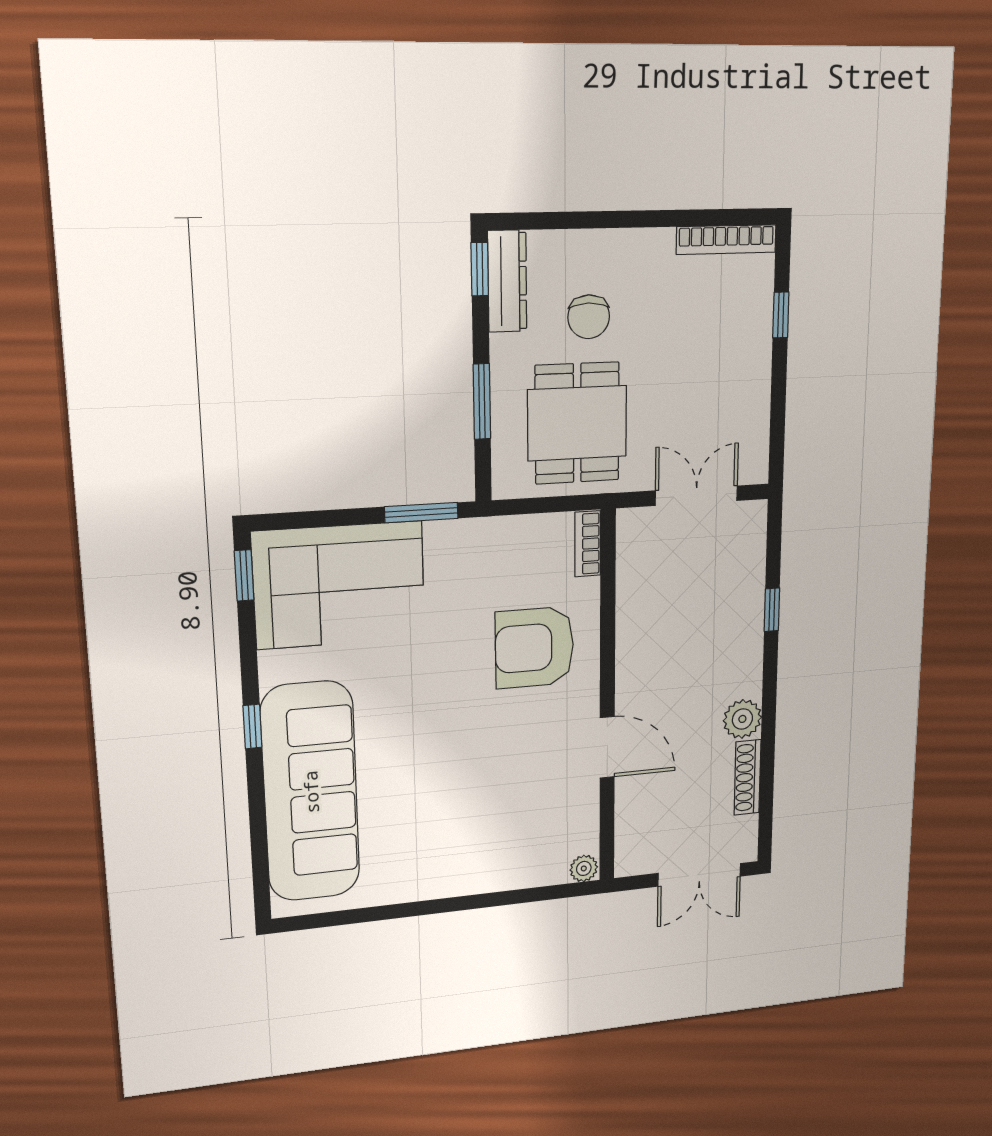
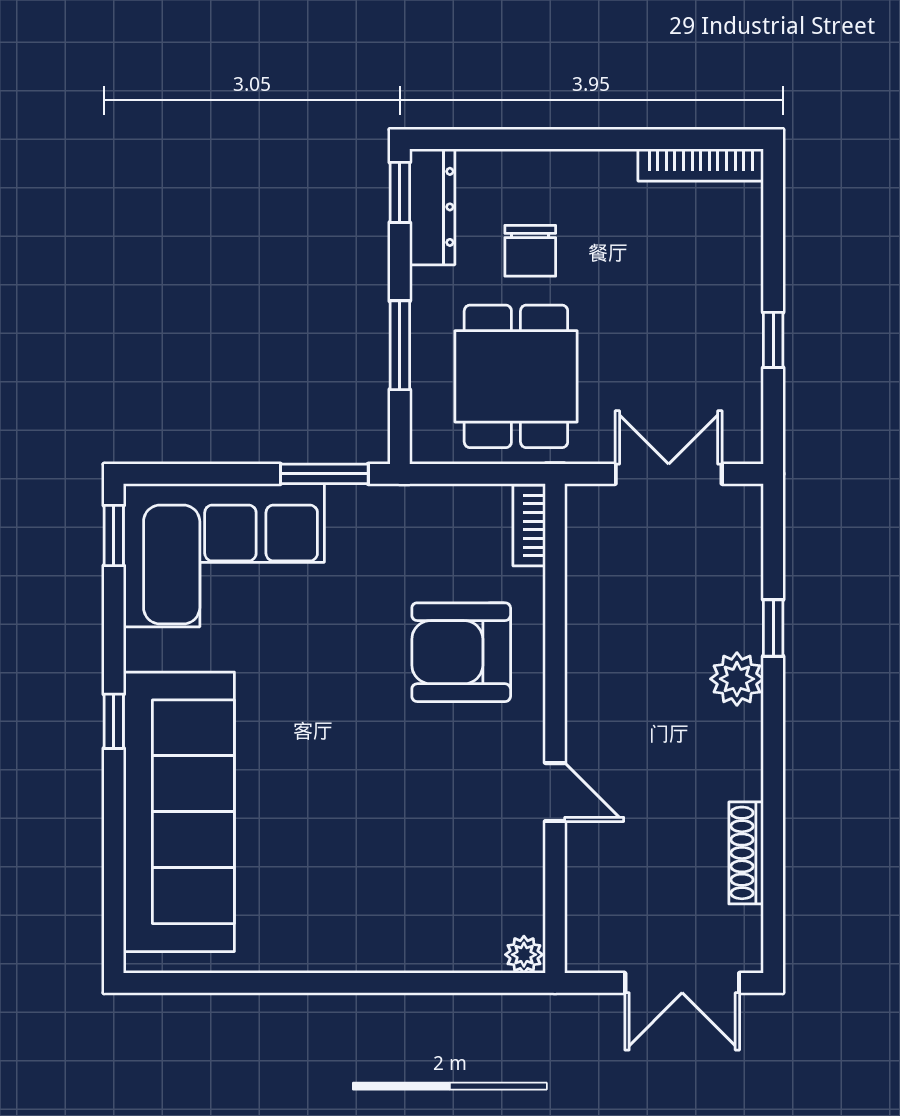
window: (781, 315) -> (773, 340), moved
plant: (742, 719) -> (737, 679), moved
door: (607, 747) -> (555, 792), width x0.73

